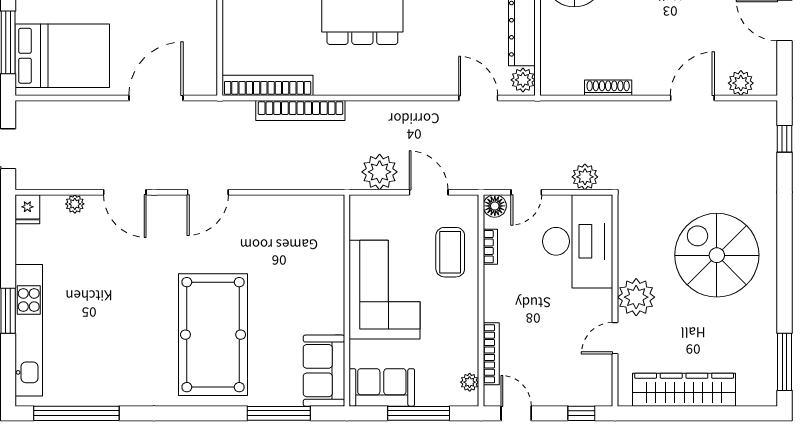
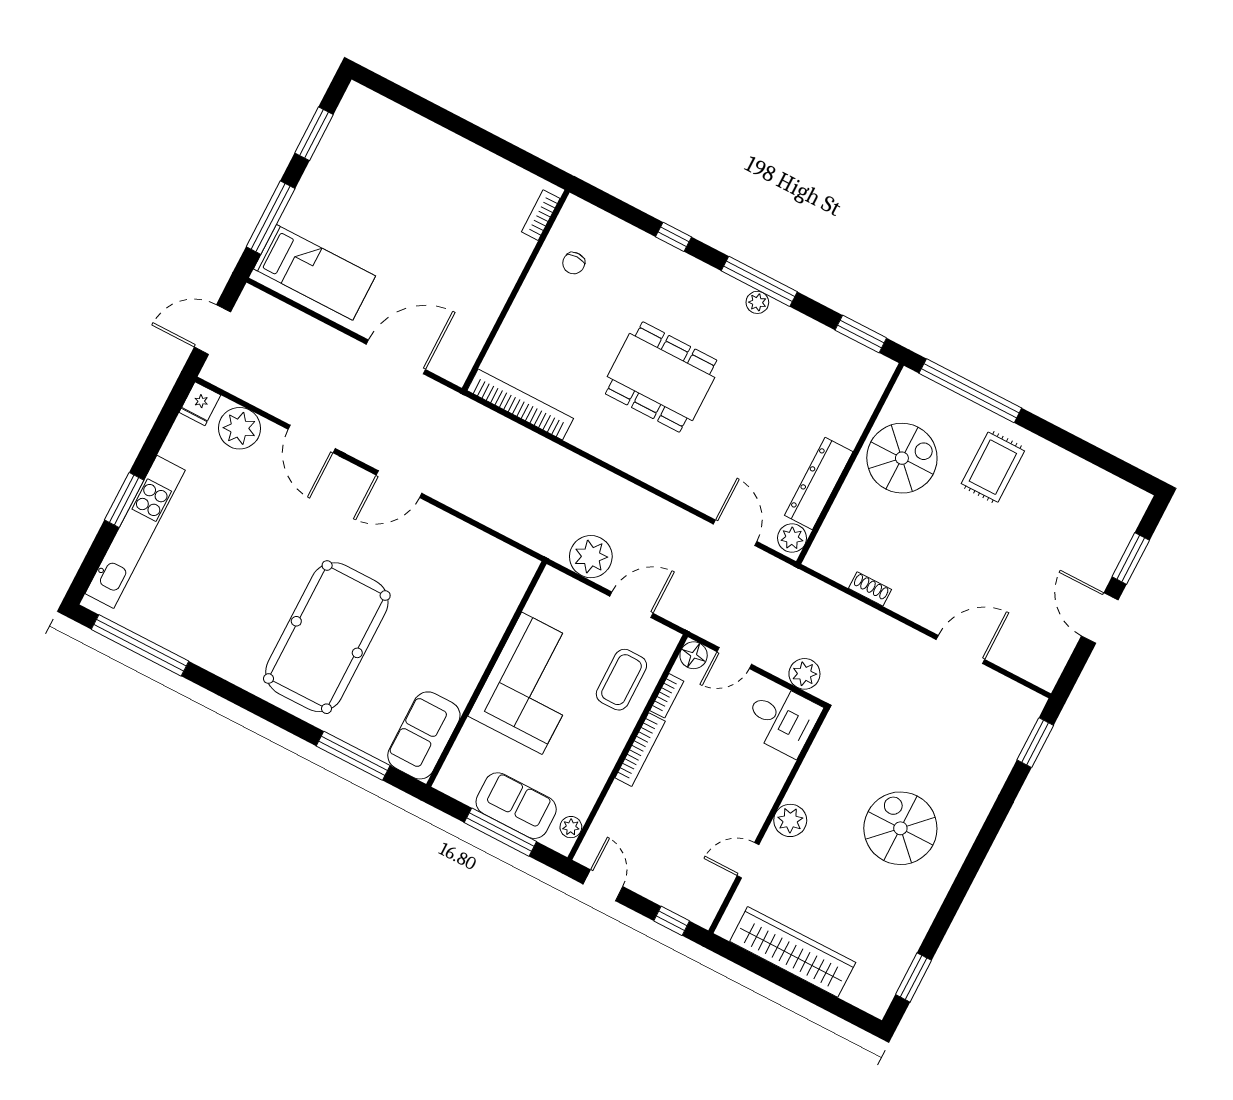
bed: (62, 56) -> (314, 272), width x0.67
plant: (741, 83) -> (1020, 660), removed
shoe rack: (608, 88) -> (870, 589), width x0.70
bookcase: (300, 110) -> (541, 449), removed
window: (784, 139) -> (1035, 743), width x1.50
door: (429, 192) -> (631, 605), hinge flipped
plant: (75, 204) -> (240, 428), width x1.87, depth x1.87
desk: (578, 241) -> (782, 719), width x0.53, depth x0.77
spiral stairs: (717, 255) -> (900, 828), width x0.73, depth x0.73
plant: (636, 297) -> (790, 820), width x0.73, depth x0.73
bookcase: (491, 354) -> (640, 750), moved
window: (784, 362) -> (913, 977), width x0.69
sofa: (382, 387) -> (516, 806), moved

